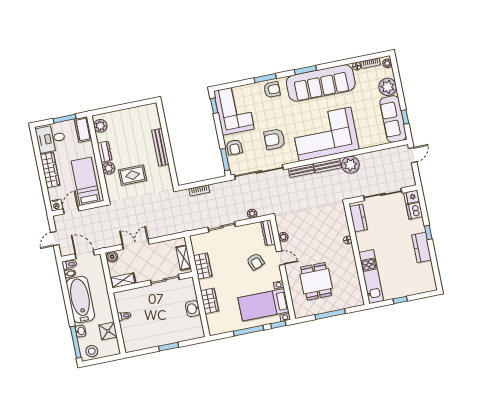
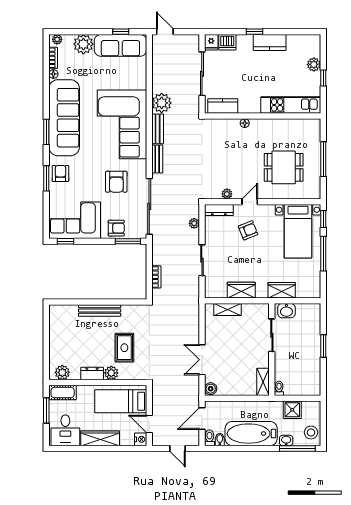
shelving: (123, 280) -> (263, 382), moved
sliding door: (165, 280) -> (272, 335), moved
wall: (153, 282) -> (272, 349), moved
plant: (410, 289) -> (314, 64), added

